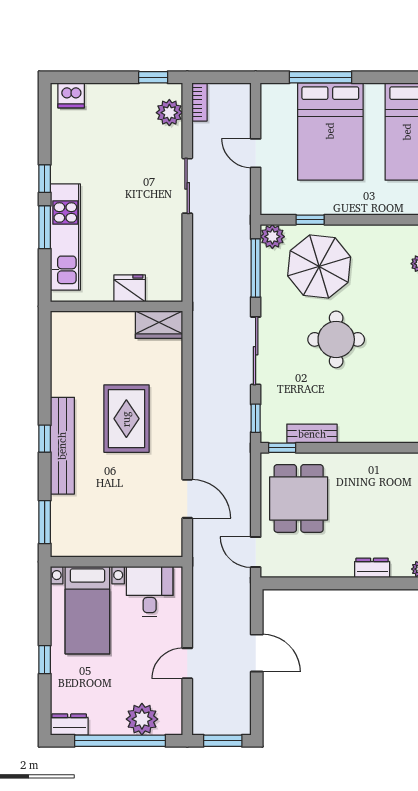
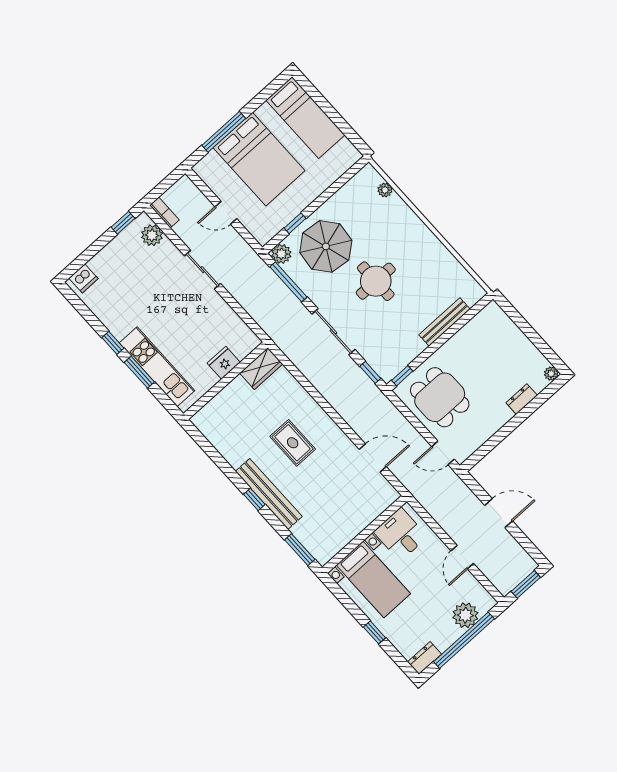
rug: (126, 419) -> (293, 443), width x0.73, depth x0.70
bench: (312, 434) -> (444, 322), moved, width x1.36

